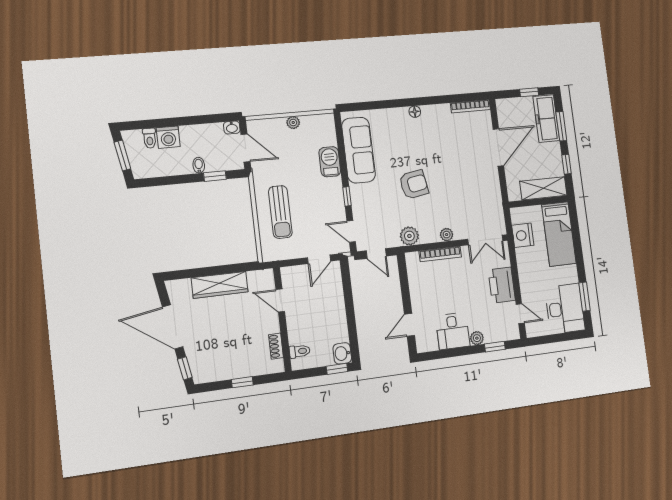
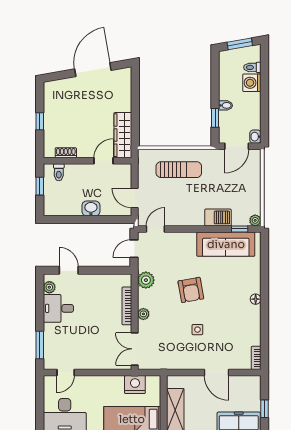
bookcase: (470, 106) -> (256, 358), width x0.64
plant: (293, 122) -> (255, 220), moved
door: (498, 147) -> (216, 372), width x0.73
side table: (456, 173) -> (197, 330), added
window: (347, 196) -> (240, 229), moved
sun lounger: (280, 212) -> (179, 170), turned 180
wardrobe: (220, 285) -> (123, 135), moved
printer: (502, 285) -> (93, 359), removed
plant: (477, 338) -> (49, 287), moved
window: (495, 347) -> (40, 345), width x1.50
washbasin: (342, 353) -> (91, 208), moved
window: (185, 368) -> (58, 76), removed
window: (337, 369) -> (40, 186), moved

